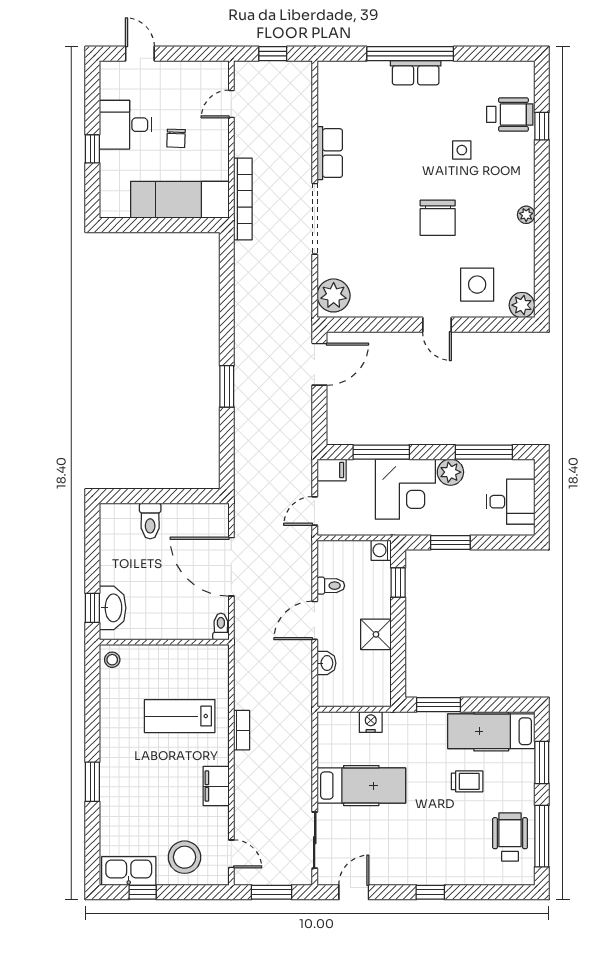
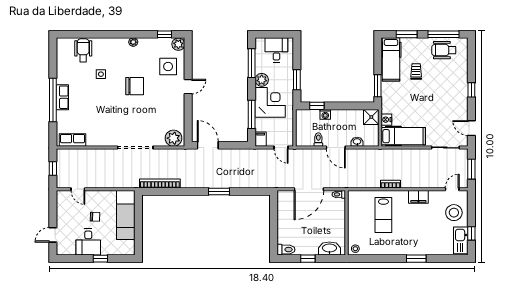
window: (542, 126) -> (165, 34), moved
row of seats: (330, 153) -> (73, 140), moved
bookcase: (243, 199) -> (160, 183), moved
toilet: (150, 521) -> (286, 250), moved
washing machine: (381, 550) -> (325, 114), moved
window: (92, 608) -> (308, 259), moved
shower: (376, 634) -> (371, 117), moved
hospital bed: (361, 786) -> (403, 136), moved, turned 90

